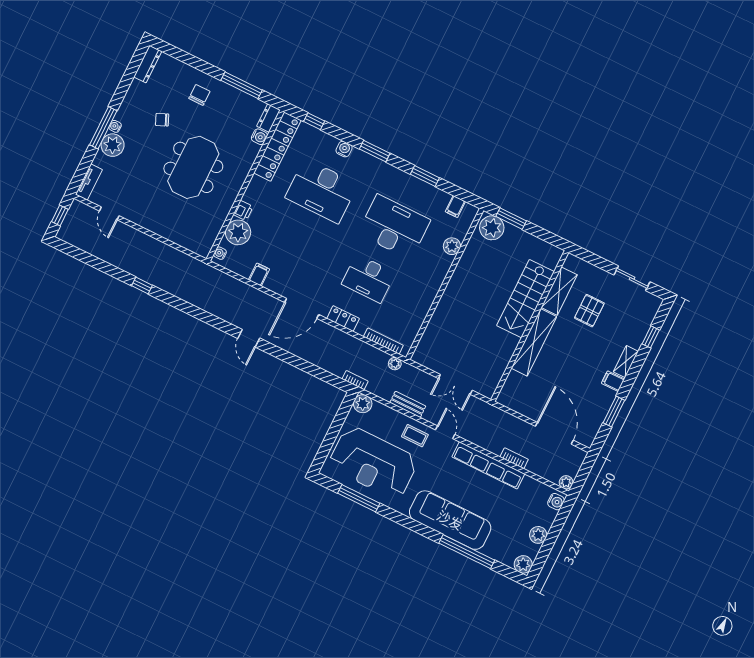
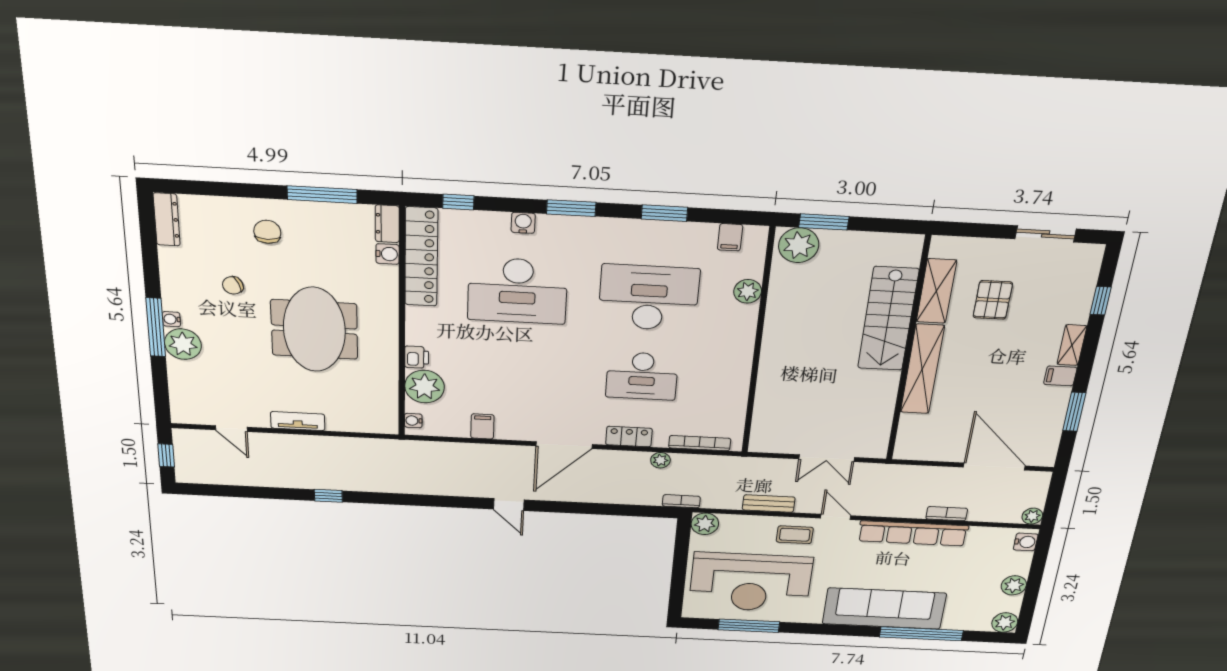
tv unit: (89, 182) -> (298, 421), moved, turned -90
plant: (395, 364) -> (660, 460), moved

